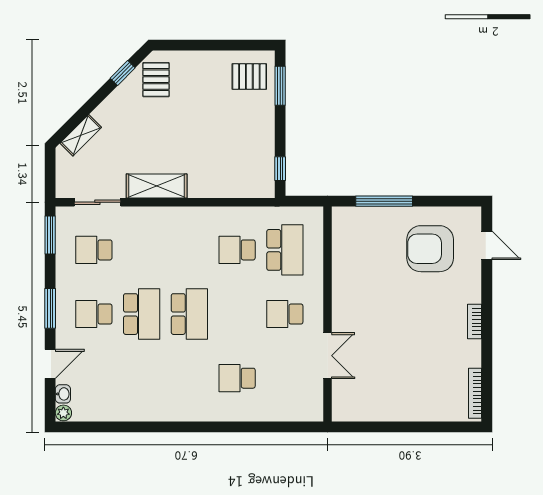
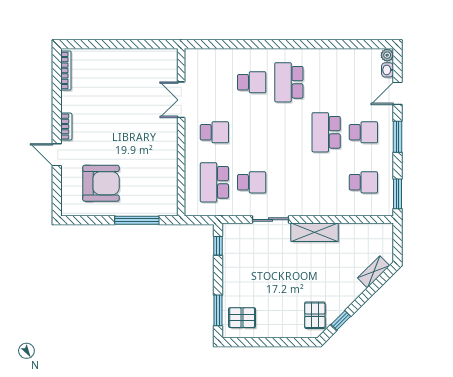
sliding door: (97, 202) -> (270, 220), moved
door: (487, 245) -> (57, 155), moved
school desk: (189, 314) -> (289, 82), moved

